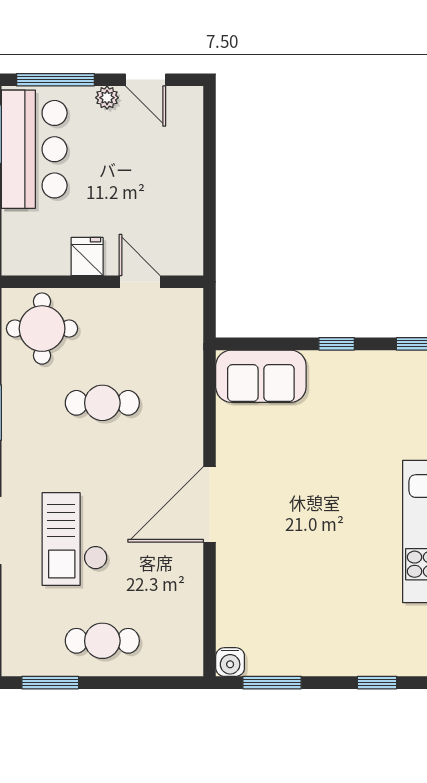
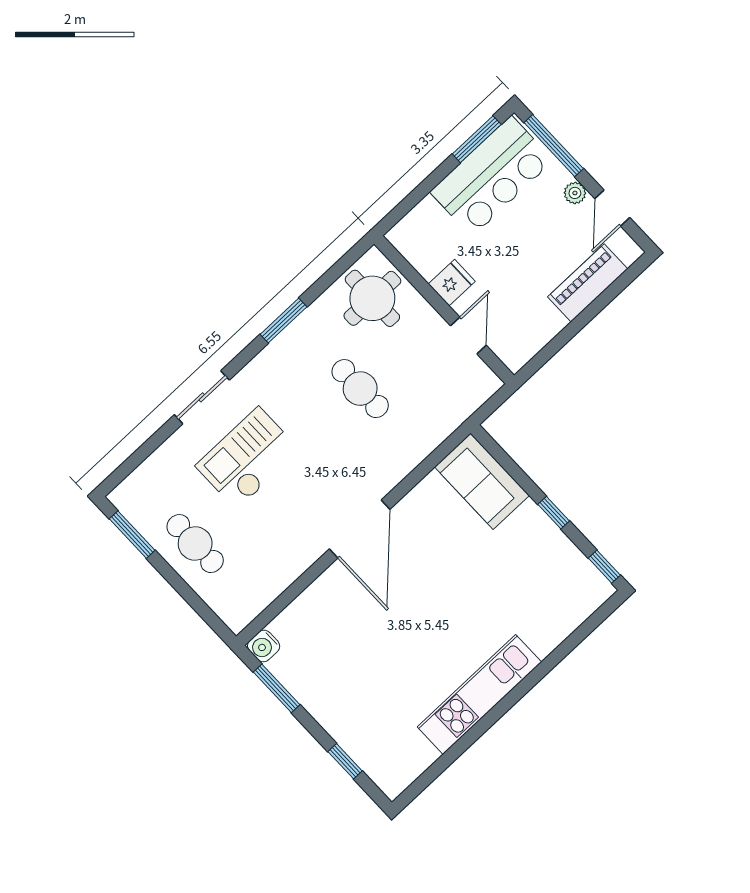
piano: (185, 152) -> (588, 283), added
door: (210, 504) -> (360, 529), swing flipped

